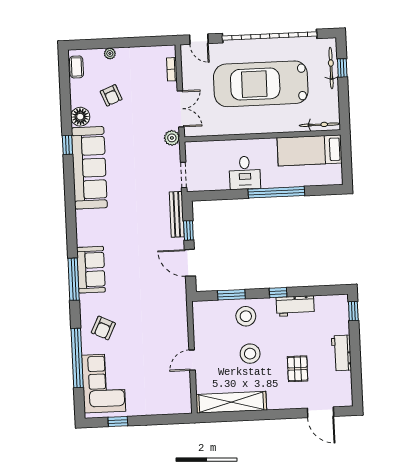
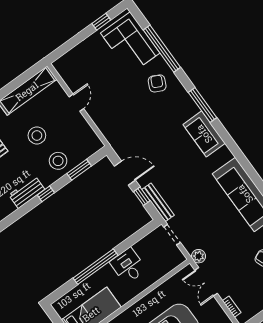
sofa: (91, 270) -> (204, 134), moved

